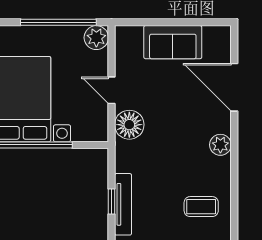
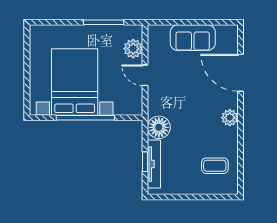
window: (58, 22) -> (104, 22), width x0.68
plant: (96, 38) -> (133, 49), moved
floor lamp: (129, 125) -> (159, 127), moved

